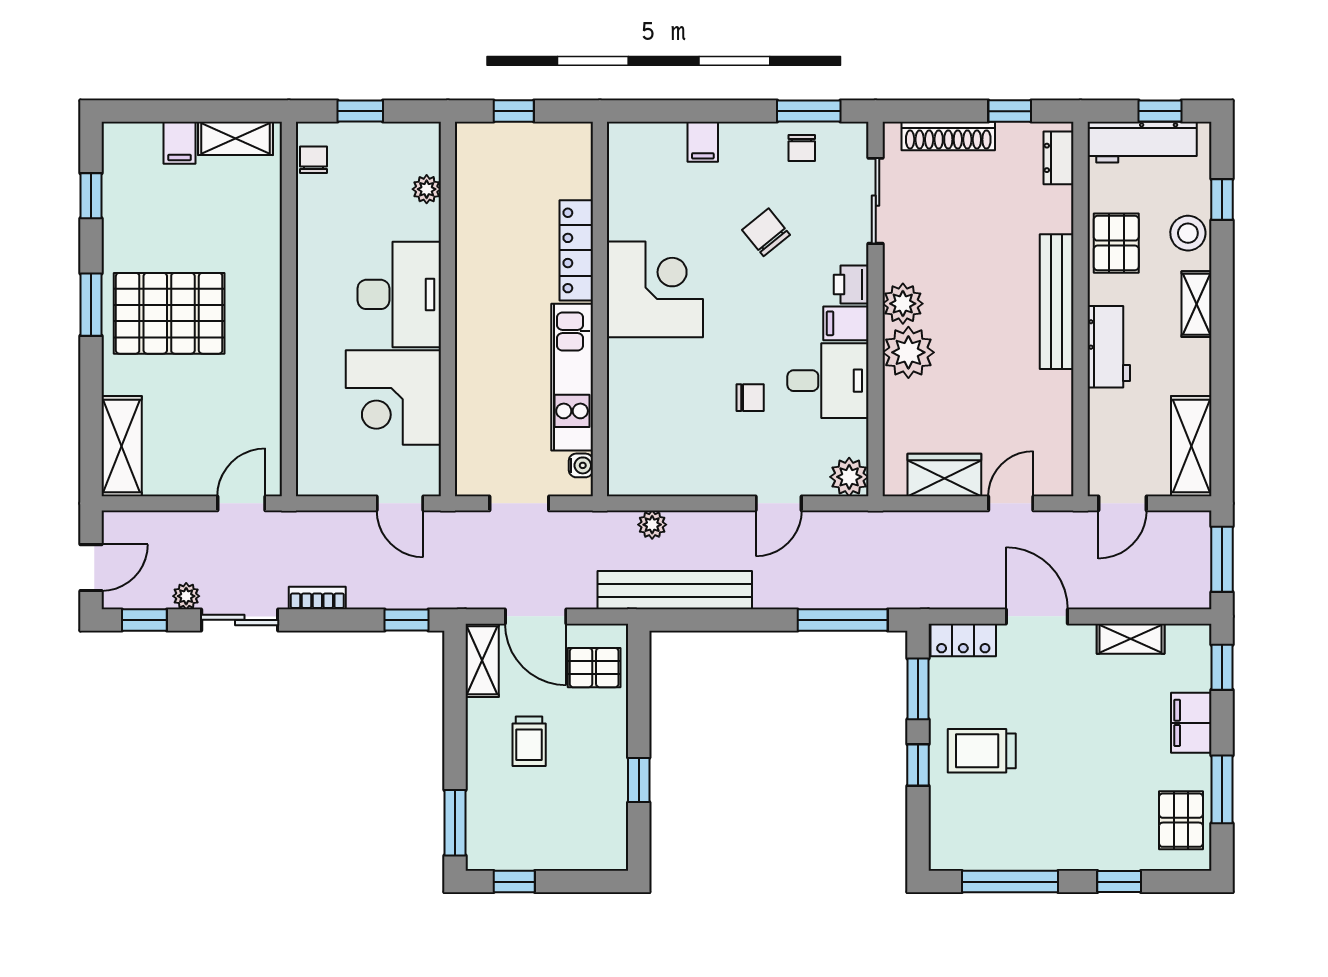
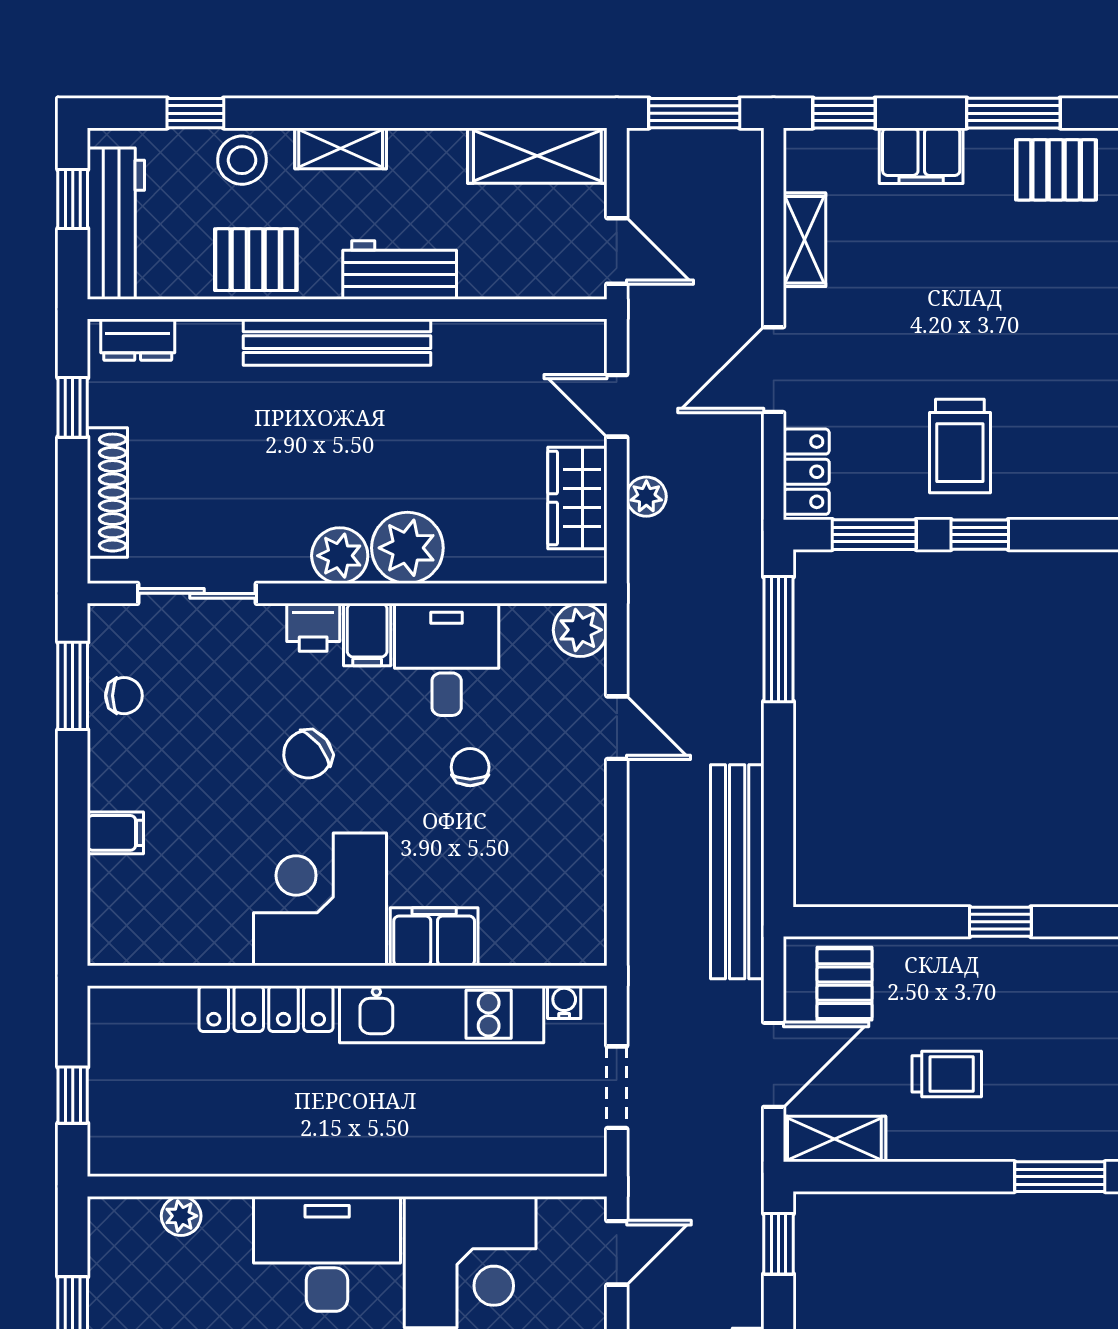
chair: (766, 232) -> (308, 754), moved
filing cabinet: (628, 372) -> (434, 937), added
plant: (652, 525) -> (646, 497), moved

